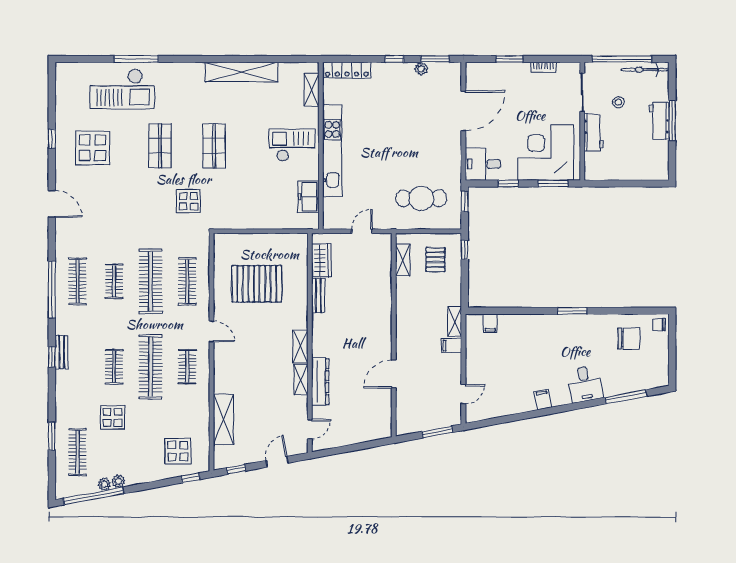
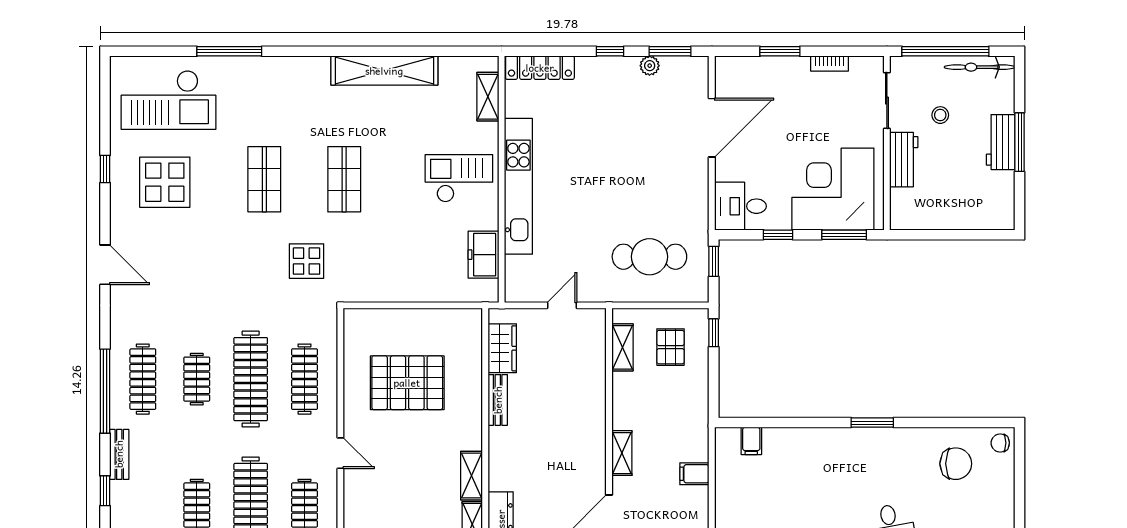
checkout: (122, 89) -> (169, 100), moved
shelving: (455, 322) -> (622, 453), moved
bench: (62, 352) -> (119, 454), moved

